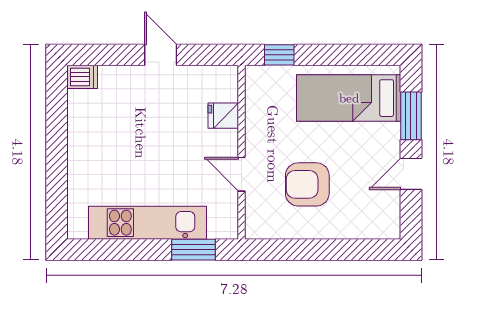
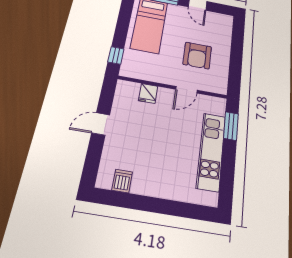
dishwasher: (82, 77) -> (122, 181), moved

